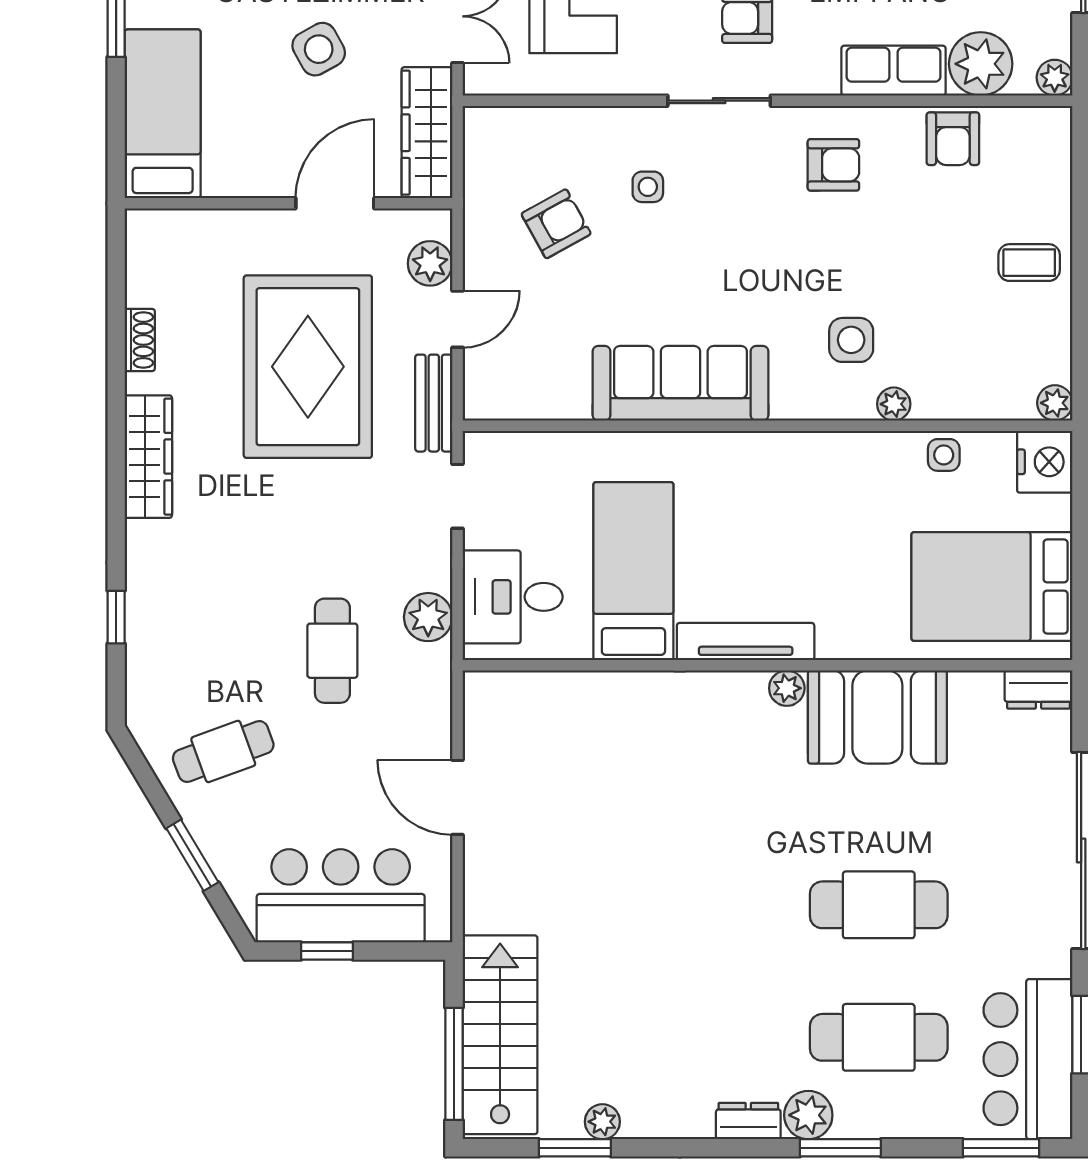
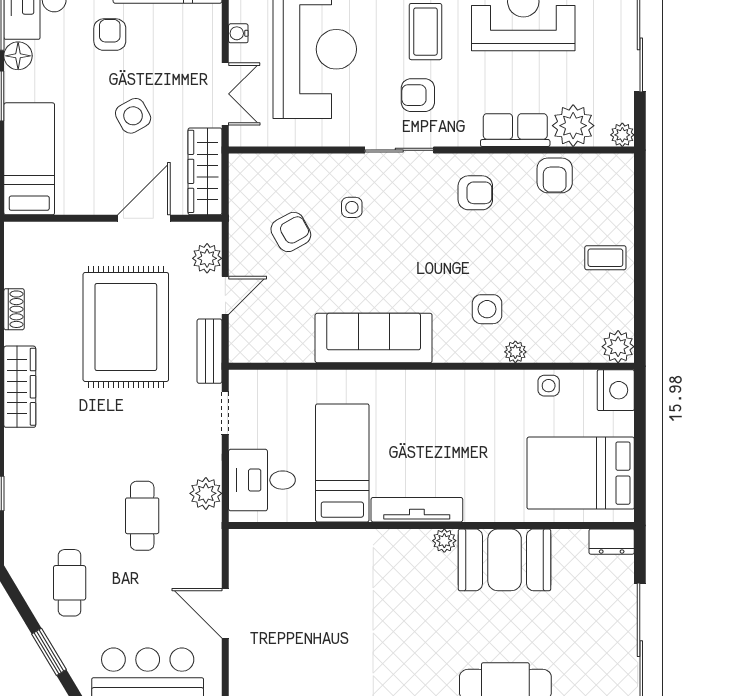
plant: (1055, 403) -> (618, 347), width x1.38, depth x1.38
cafe table: (223, 751) -> (70, 583), turned -70

